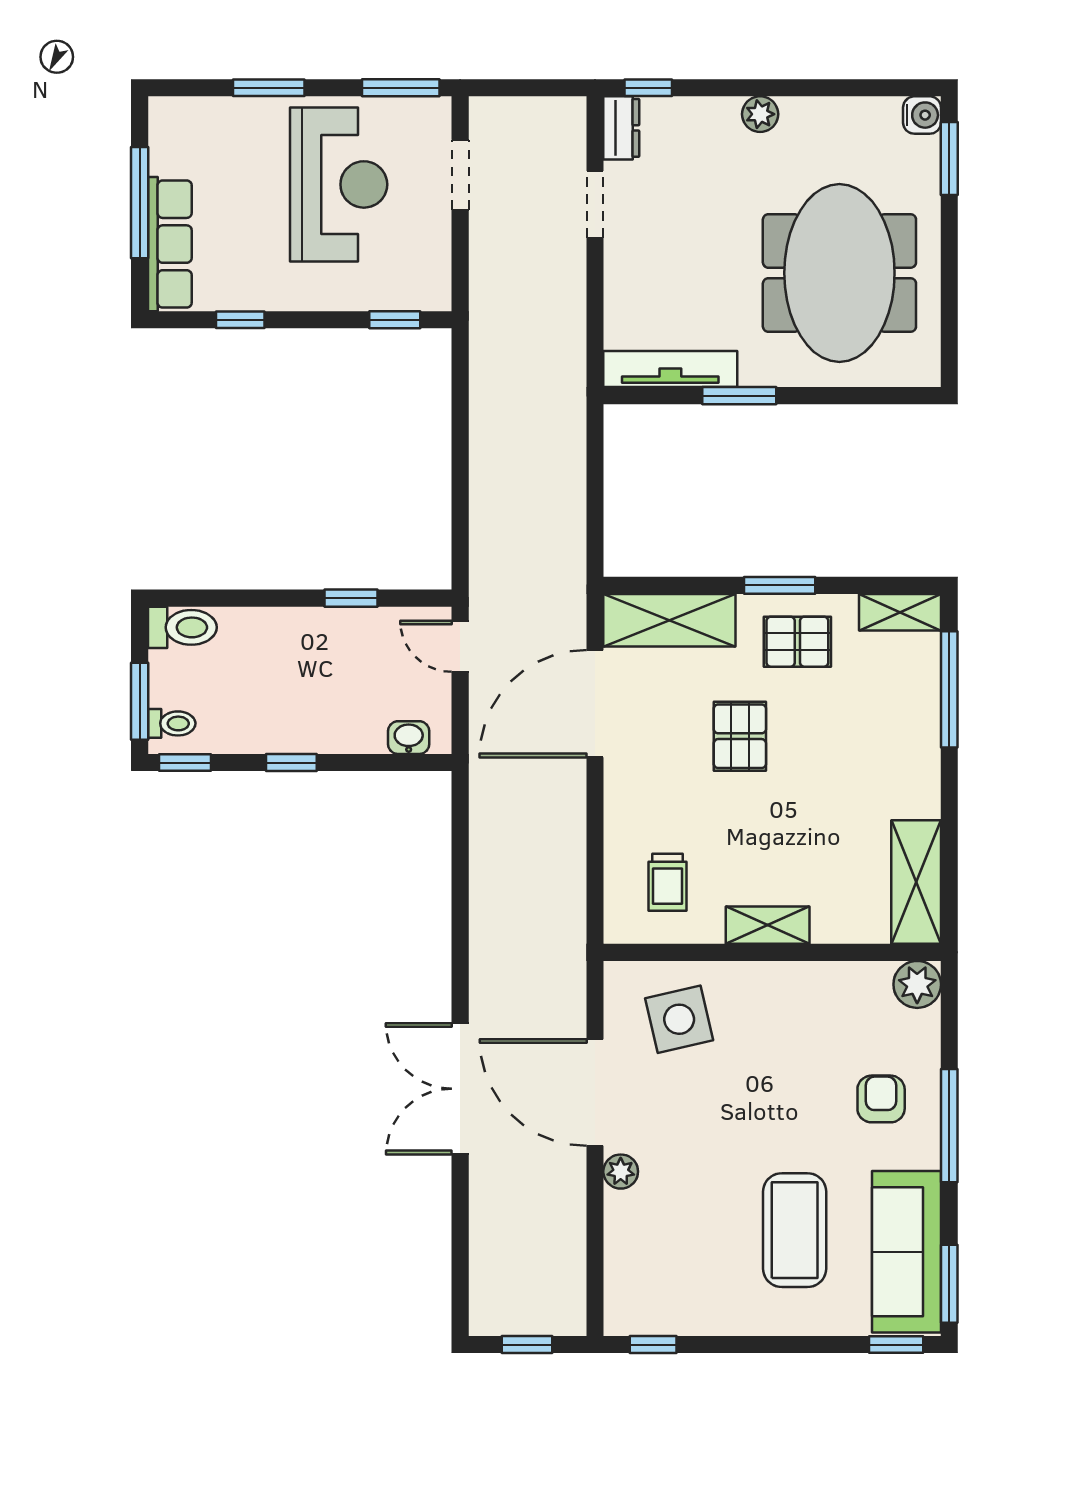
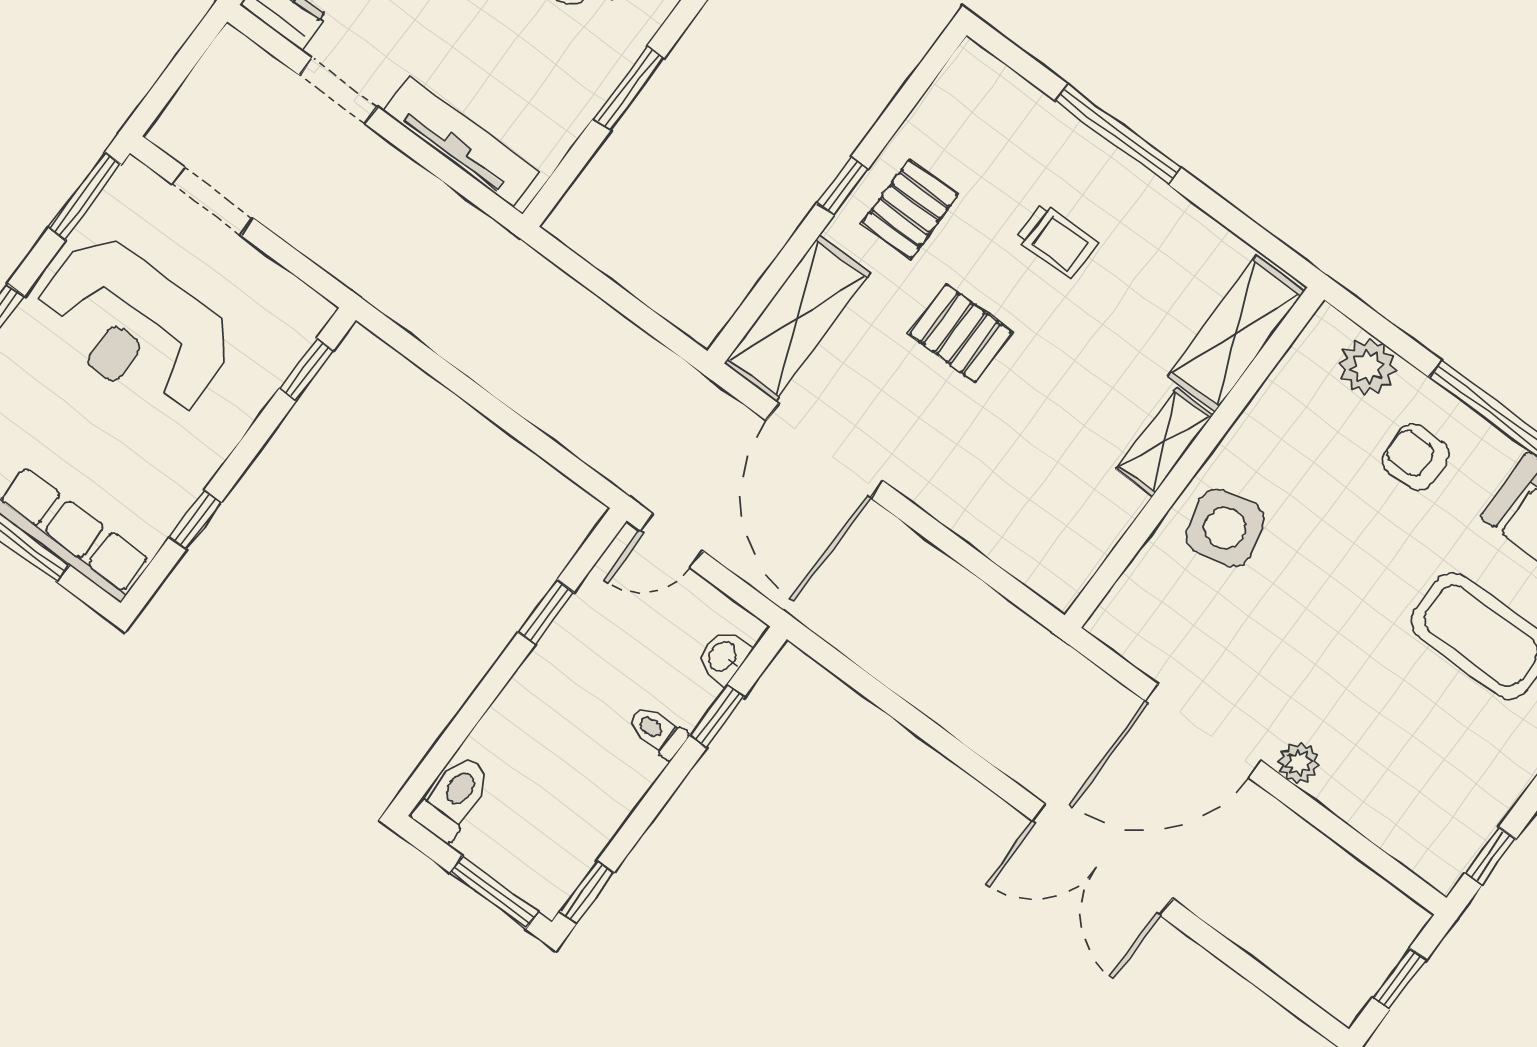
reception desk: (339, 184) -> (134, 326), turned 180
tv unit: (670, 369) -> (461, 142), moved, turned 90
window: (780, 585) -> (843, 186), width x0.67
shelving: (900, 612) -> (955, 88), removed
window: (949, 689) -> (1118, 134), moved
toilet: (172, 723) -> (657, 732), moved, turned -90
window: (291, 763) -> (717, 716), moved
trolley: (667, 882) -> (1057, 241), moved
shelving: (916, 882) -> (1236, 334), moved, turned 90
plant: (917, 984) -> (1367, 367), moved
side table: (679, 1019) -> (1225, 528), moved

